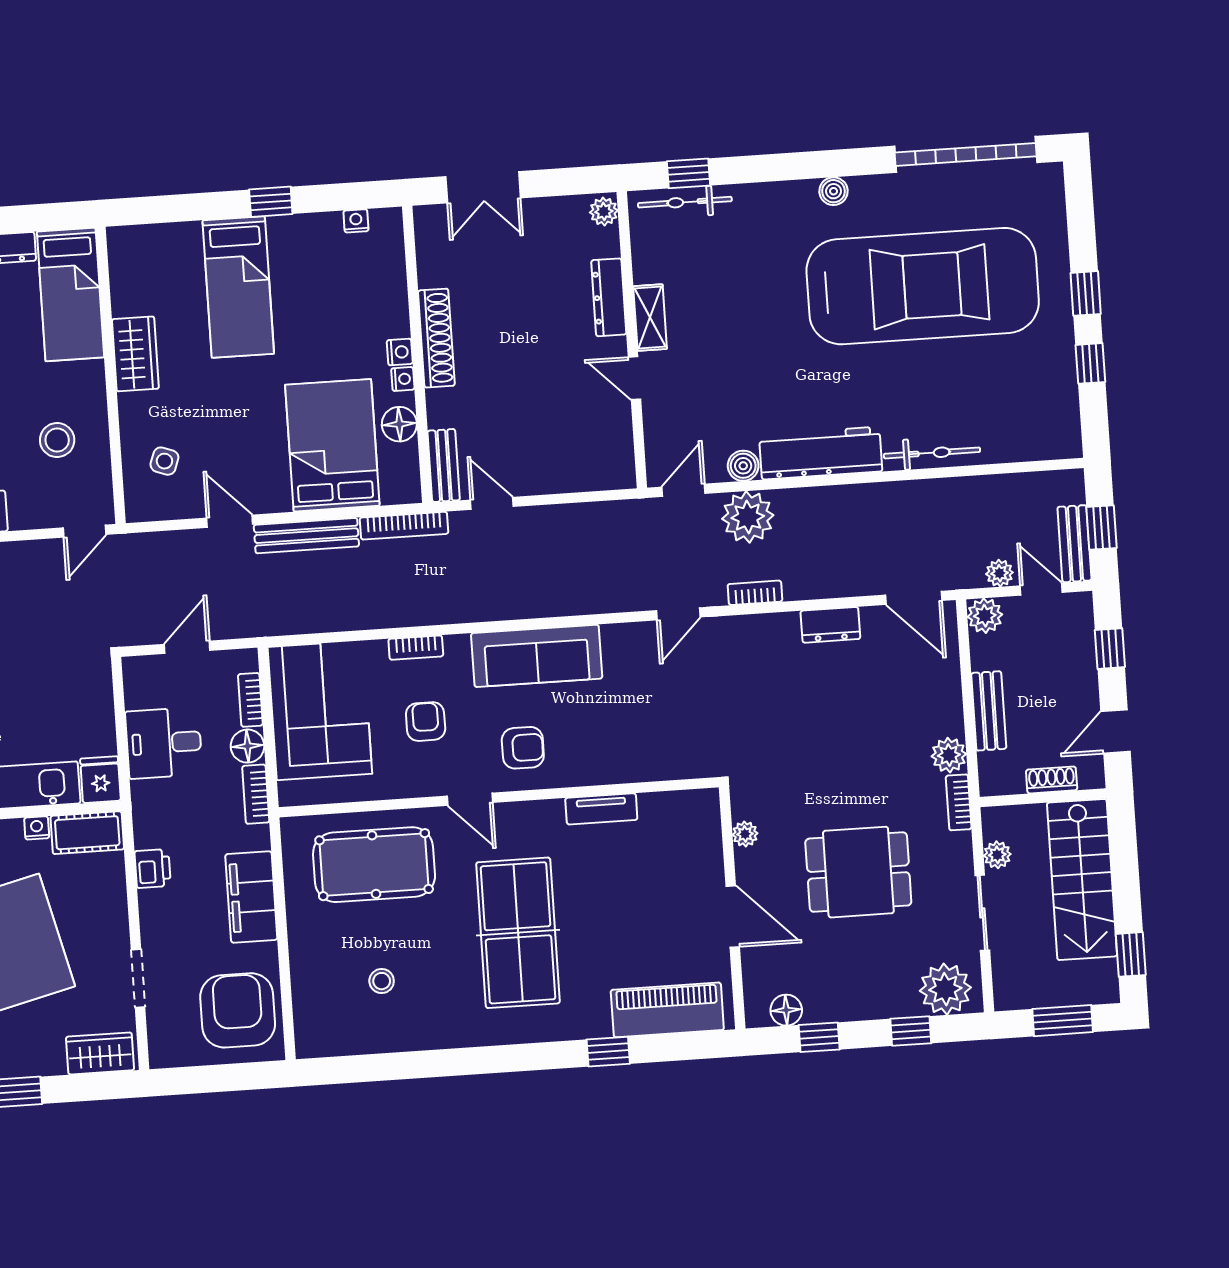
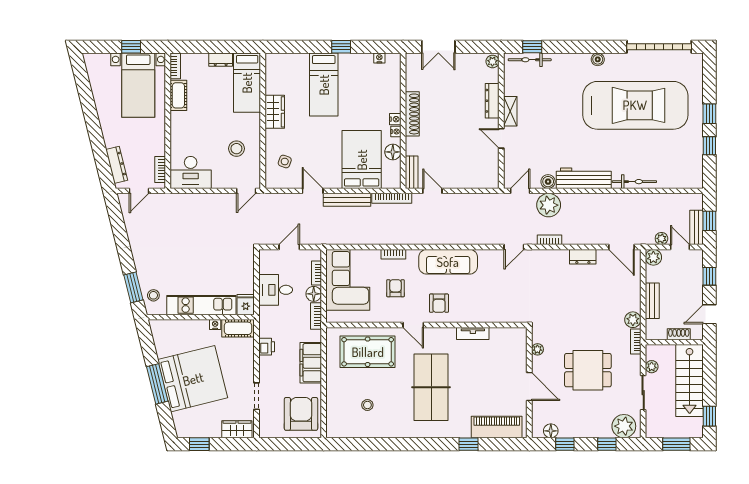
armchair: (523, 748) -> (439, 303), turned 90

